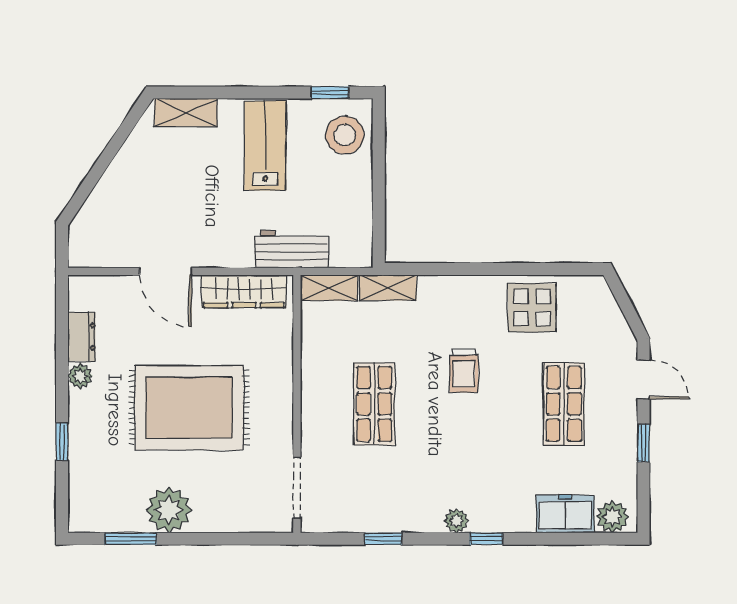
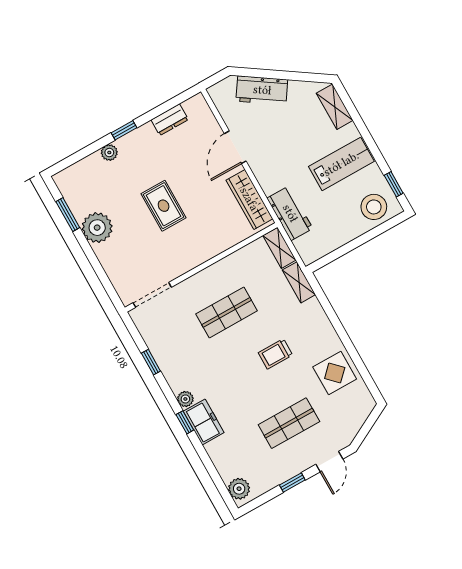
workbench: (111, 195) -> (262, 90), added
plant: (80, 376) -> (109, 153), moved
rug: (189, 408) -> (164, 206), width x0.54, depth x0.49
window: (62, 442) -> (124, 130), moved
freezer: (565, 514) -> (204, 422), moved

